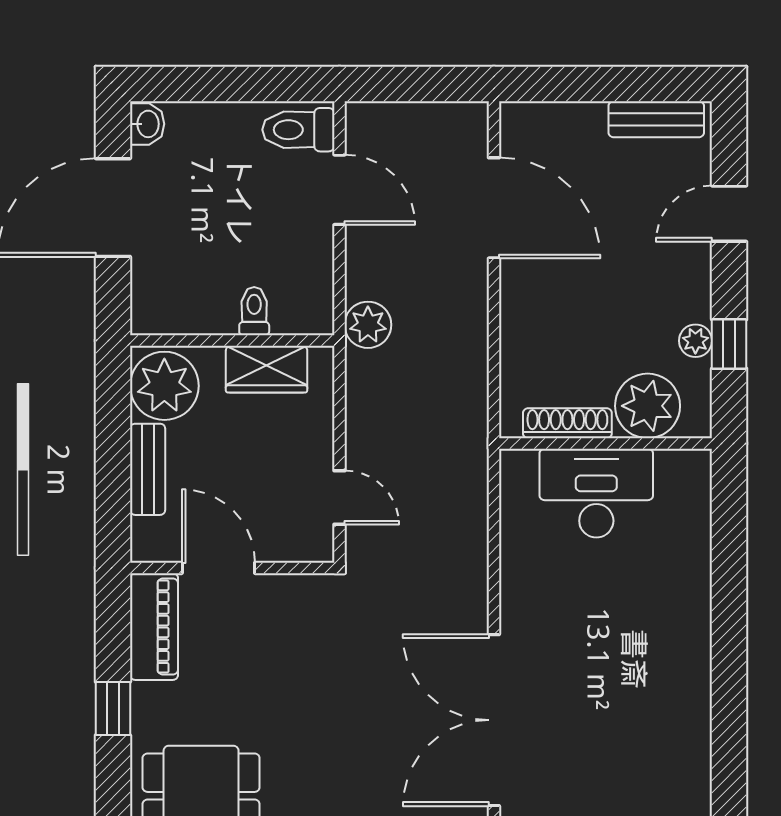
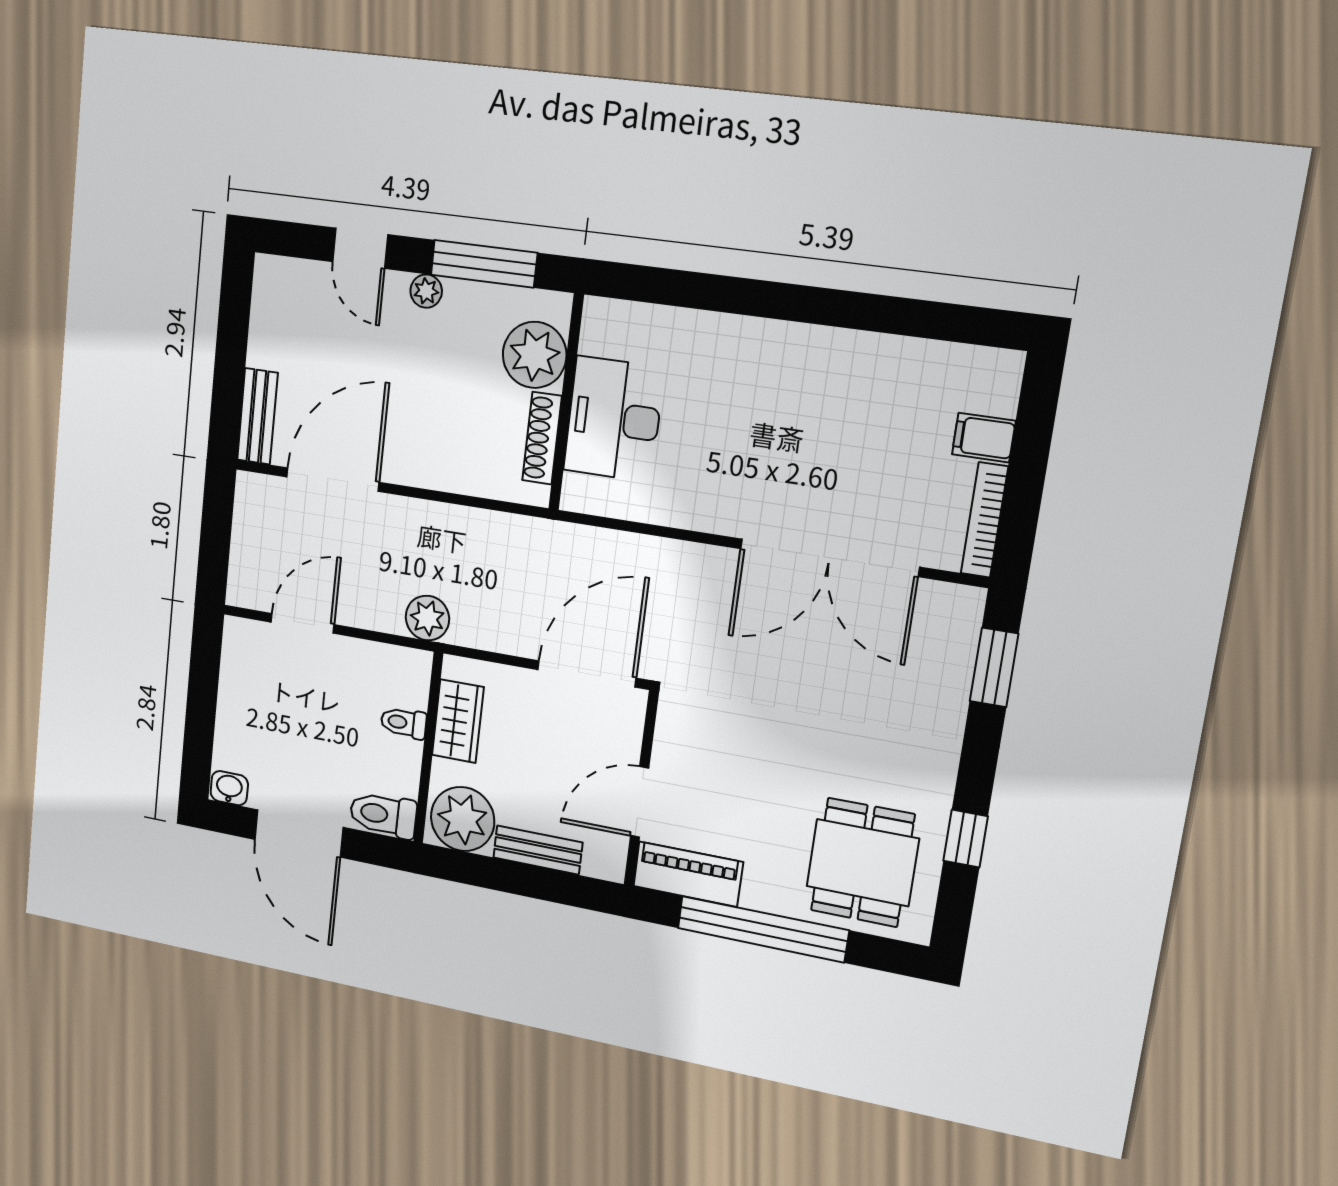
bench: (656, 119) -> (257, 416), moved
toilet: (298, 130) -> (383, 815), moved, turned 90
plant: (695, 341) -> (426, 291), moved
window: (729, 344) -> (484, 264), width x2.17
door: (339, 498) -> (587, 674), width x1.87
window: (113, 708) -> (763, 929), width x3.17

